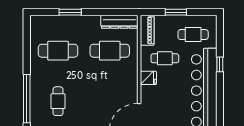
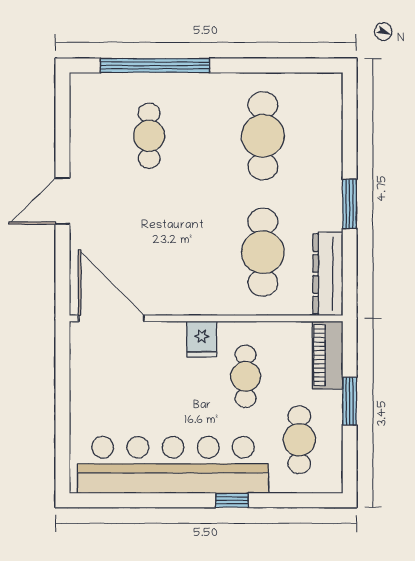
window: (70, 12) -> (350, 204), moved
piano: (147, 30) -> (328, 355), moved, turned 90
cafe table: (58, 101) -> (149, 136), turned 90

